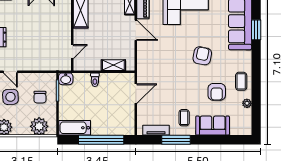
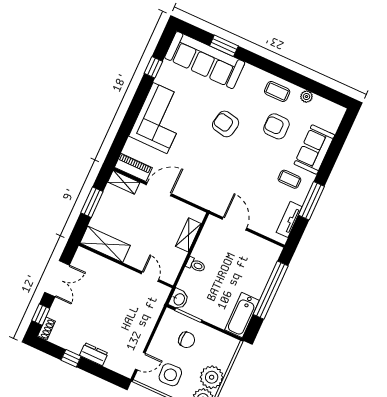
armchair: (217, 92) -> (276, 126), turned 180
plant: (39, 126) -> (212, 377), moved

